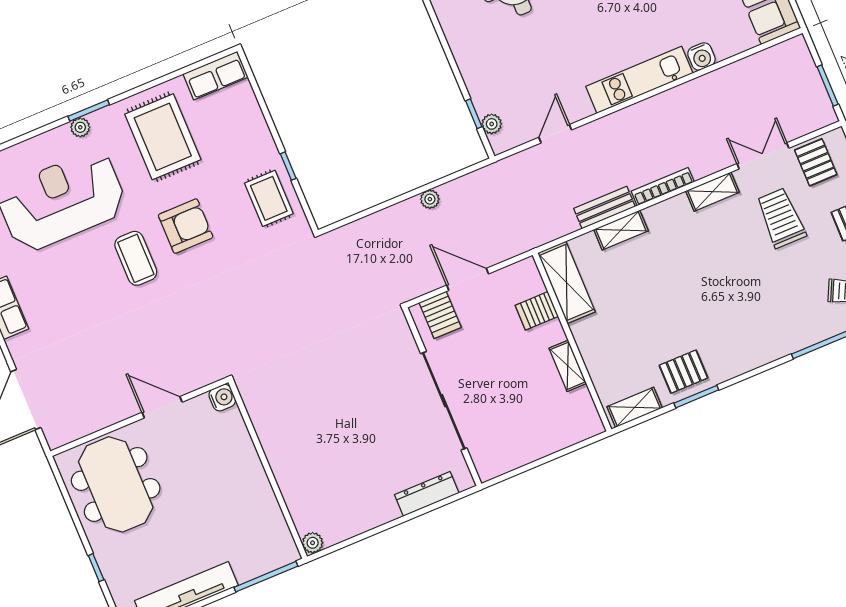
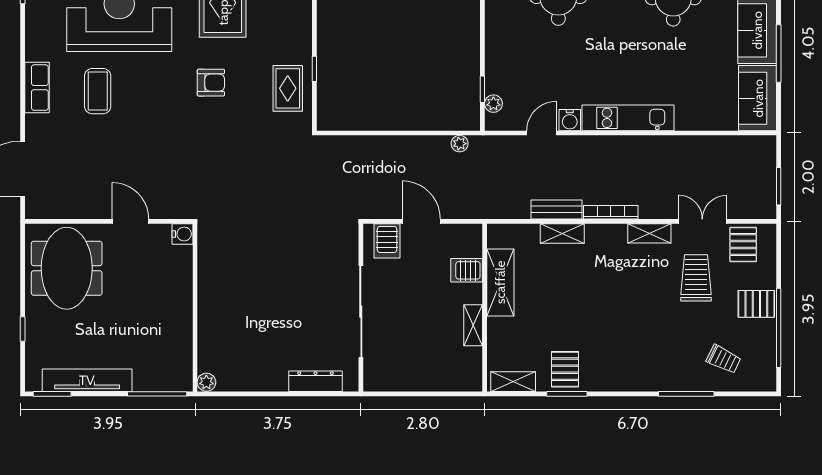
water cooler: (701, 57) -> (570, 120), moved
plant: (430, 199) -> (460, 144), moved
armchair: (186, 226) -> (211, 83), width x0.72, depth x0.72
coffee table: (136, 258) -> (98, 91), moved
shelving: (566, 282) -> (500, 282), moved
pallet: (683, 372) -> (565, 369), turned 90

